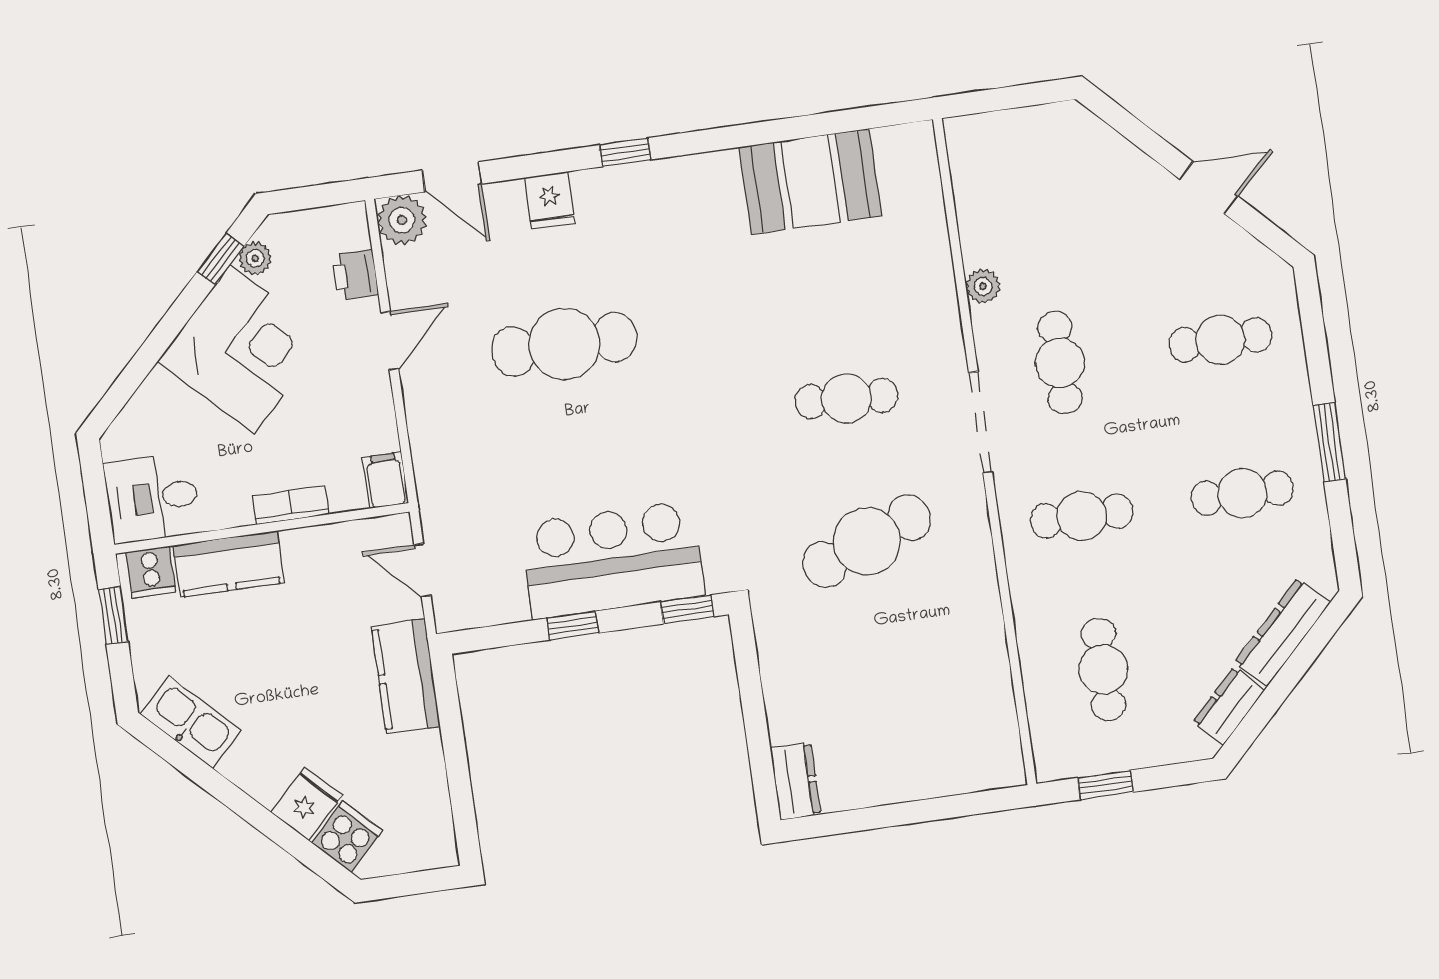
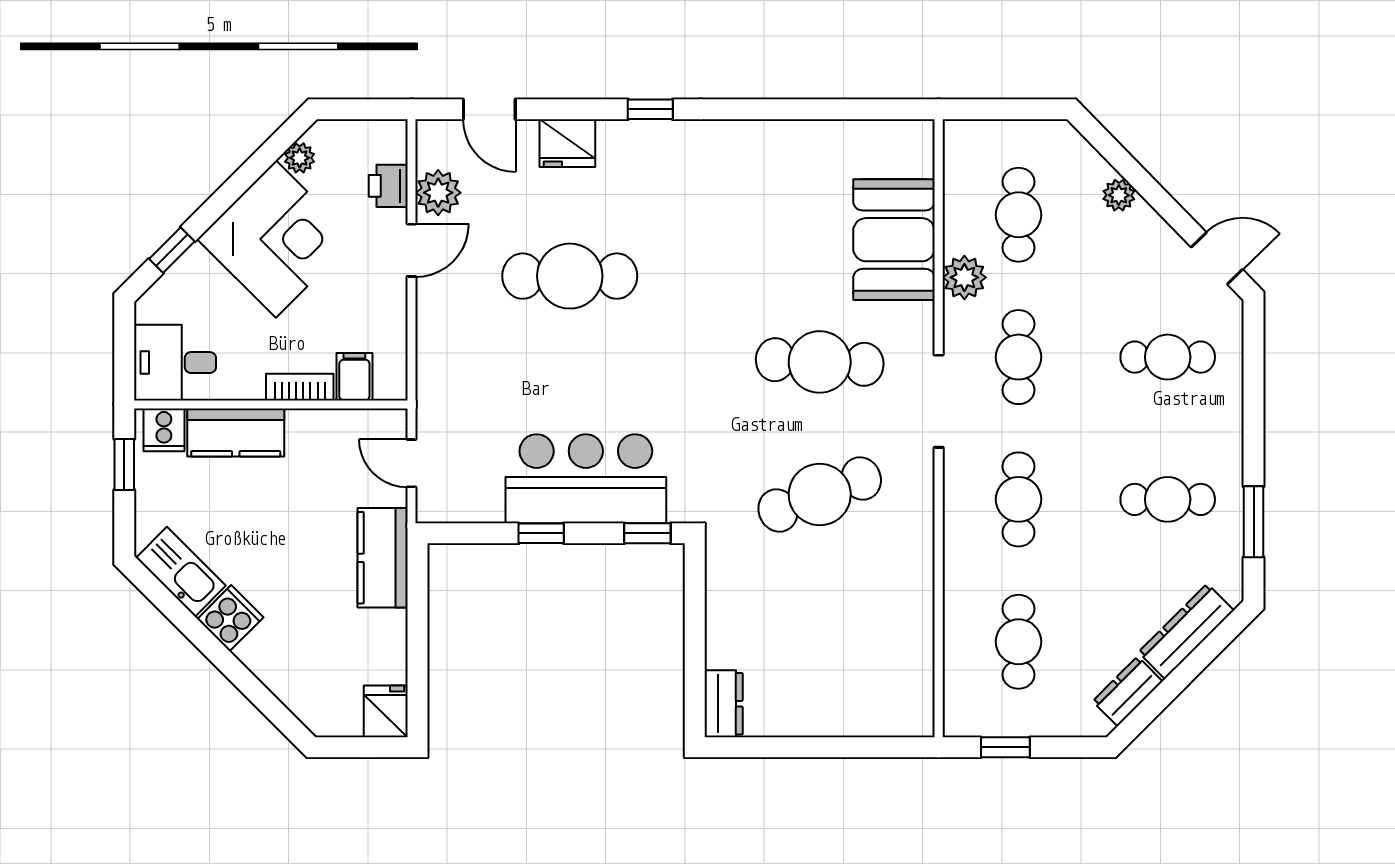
plant: (1143, 173) -> (1119, 195), added
booth: (810, 181) -> (894, 240), moved, turned 90
door: (1209, 188) -> (1217, 258), moved
fridge: (550, 200) -> (567, 143), width x1.38
cafe table: (1038, 209) -> (1019, 215), added
plant: (402, 220) -> (438, 193), moved
window: (221, 259) -> (172, 250), moved
plant: (983, 286) -> (964, 277), width x1.38, depth x1.38
cafe table: (846, 398) -> (820, 362), width x1.37, depth x1.35
window: (1329, 442) -> (1254, 522), moved
filing cabinet: (386, 480) -> (354, 377), moved
cafe table: (1082, 516) -> (1019, 499), turned 90
fridge: (307, 804) -> (386, 711), moved, turned -45
cooker: (347, 837) -> (230, 618), moved

